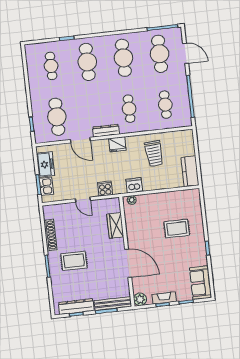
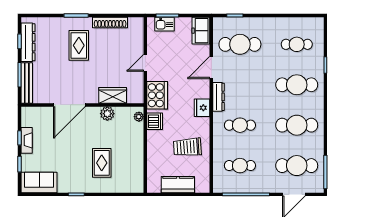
freezer: (45, 164) -> (201, 31), moved, turned 90
kitchen counter: (190, 171) -> (178, 185), moved
cooker: (105, 189) -> (157, 95), width x1.87, depth x1.31
plant: (140, 299) -> (107, 114), moved

